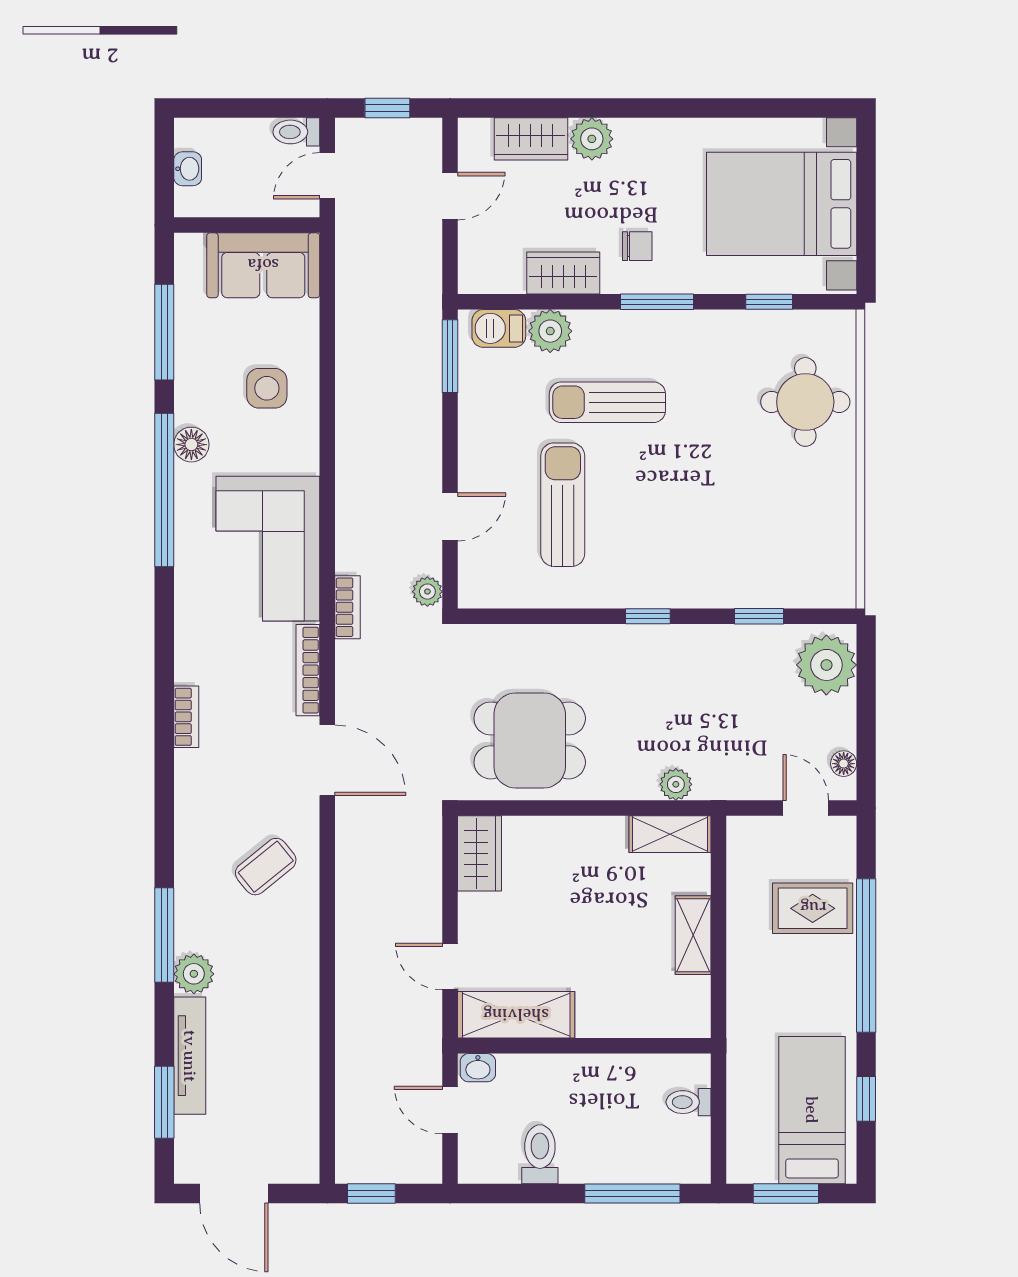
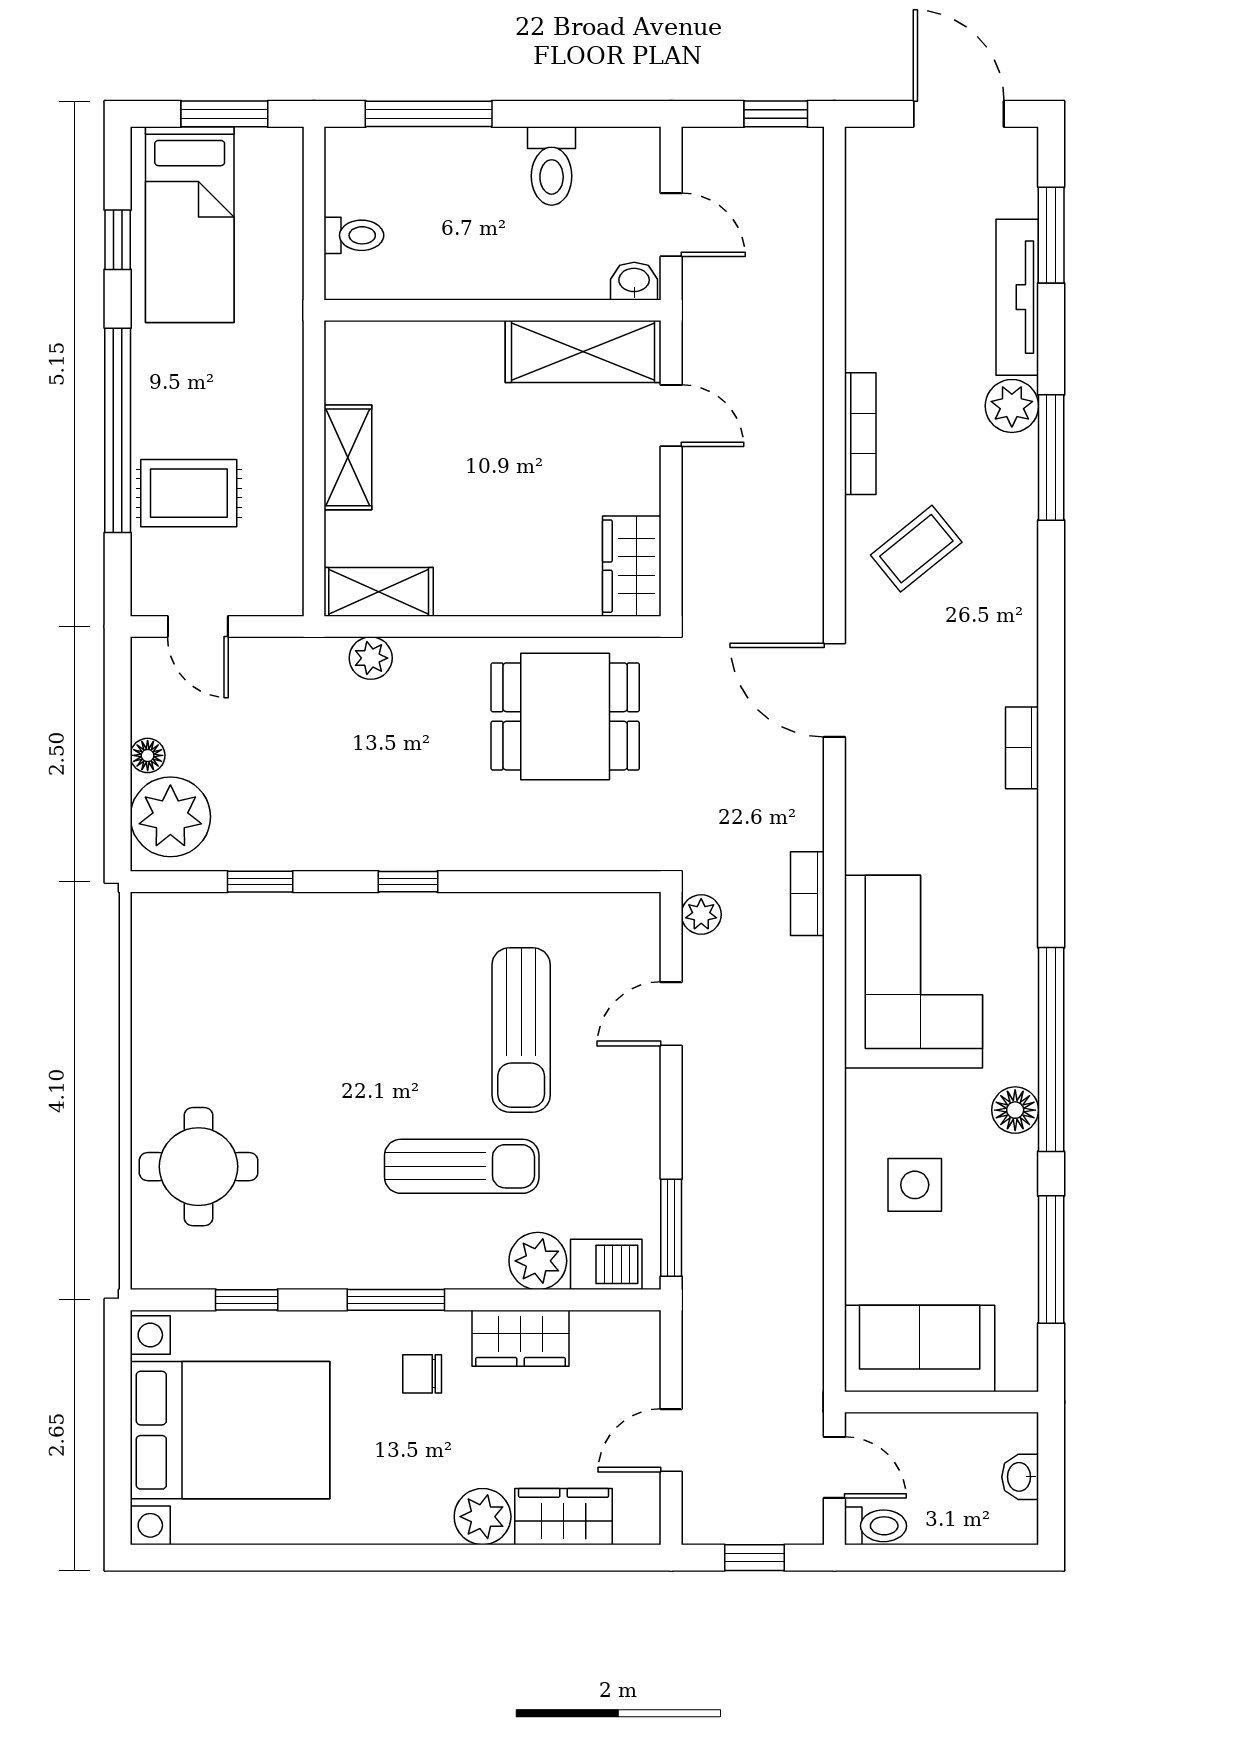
door: (327, 176) -> (834, 1467), hinge flipped
bookcase: (308, 670) -> (860, 434), moved
floor lamp: (844, 764) -> (148, 755), moved

